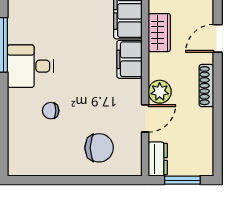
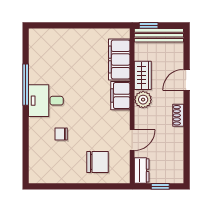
shoe rack: (206, 86) -> (178, 115), width x0.70
plant: (160, 92) -> (143, 100), moved
window: (182, 180) -> (160, 186), width x0.67

